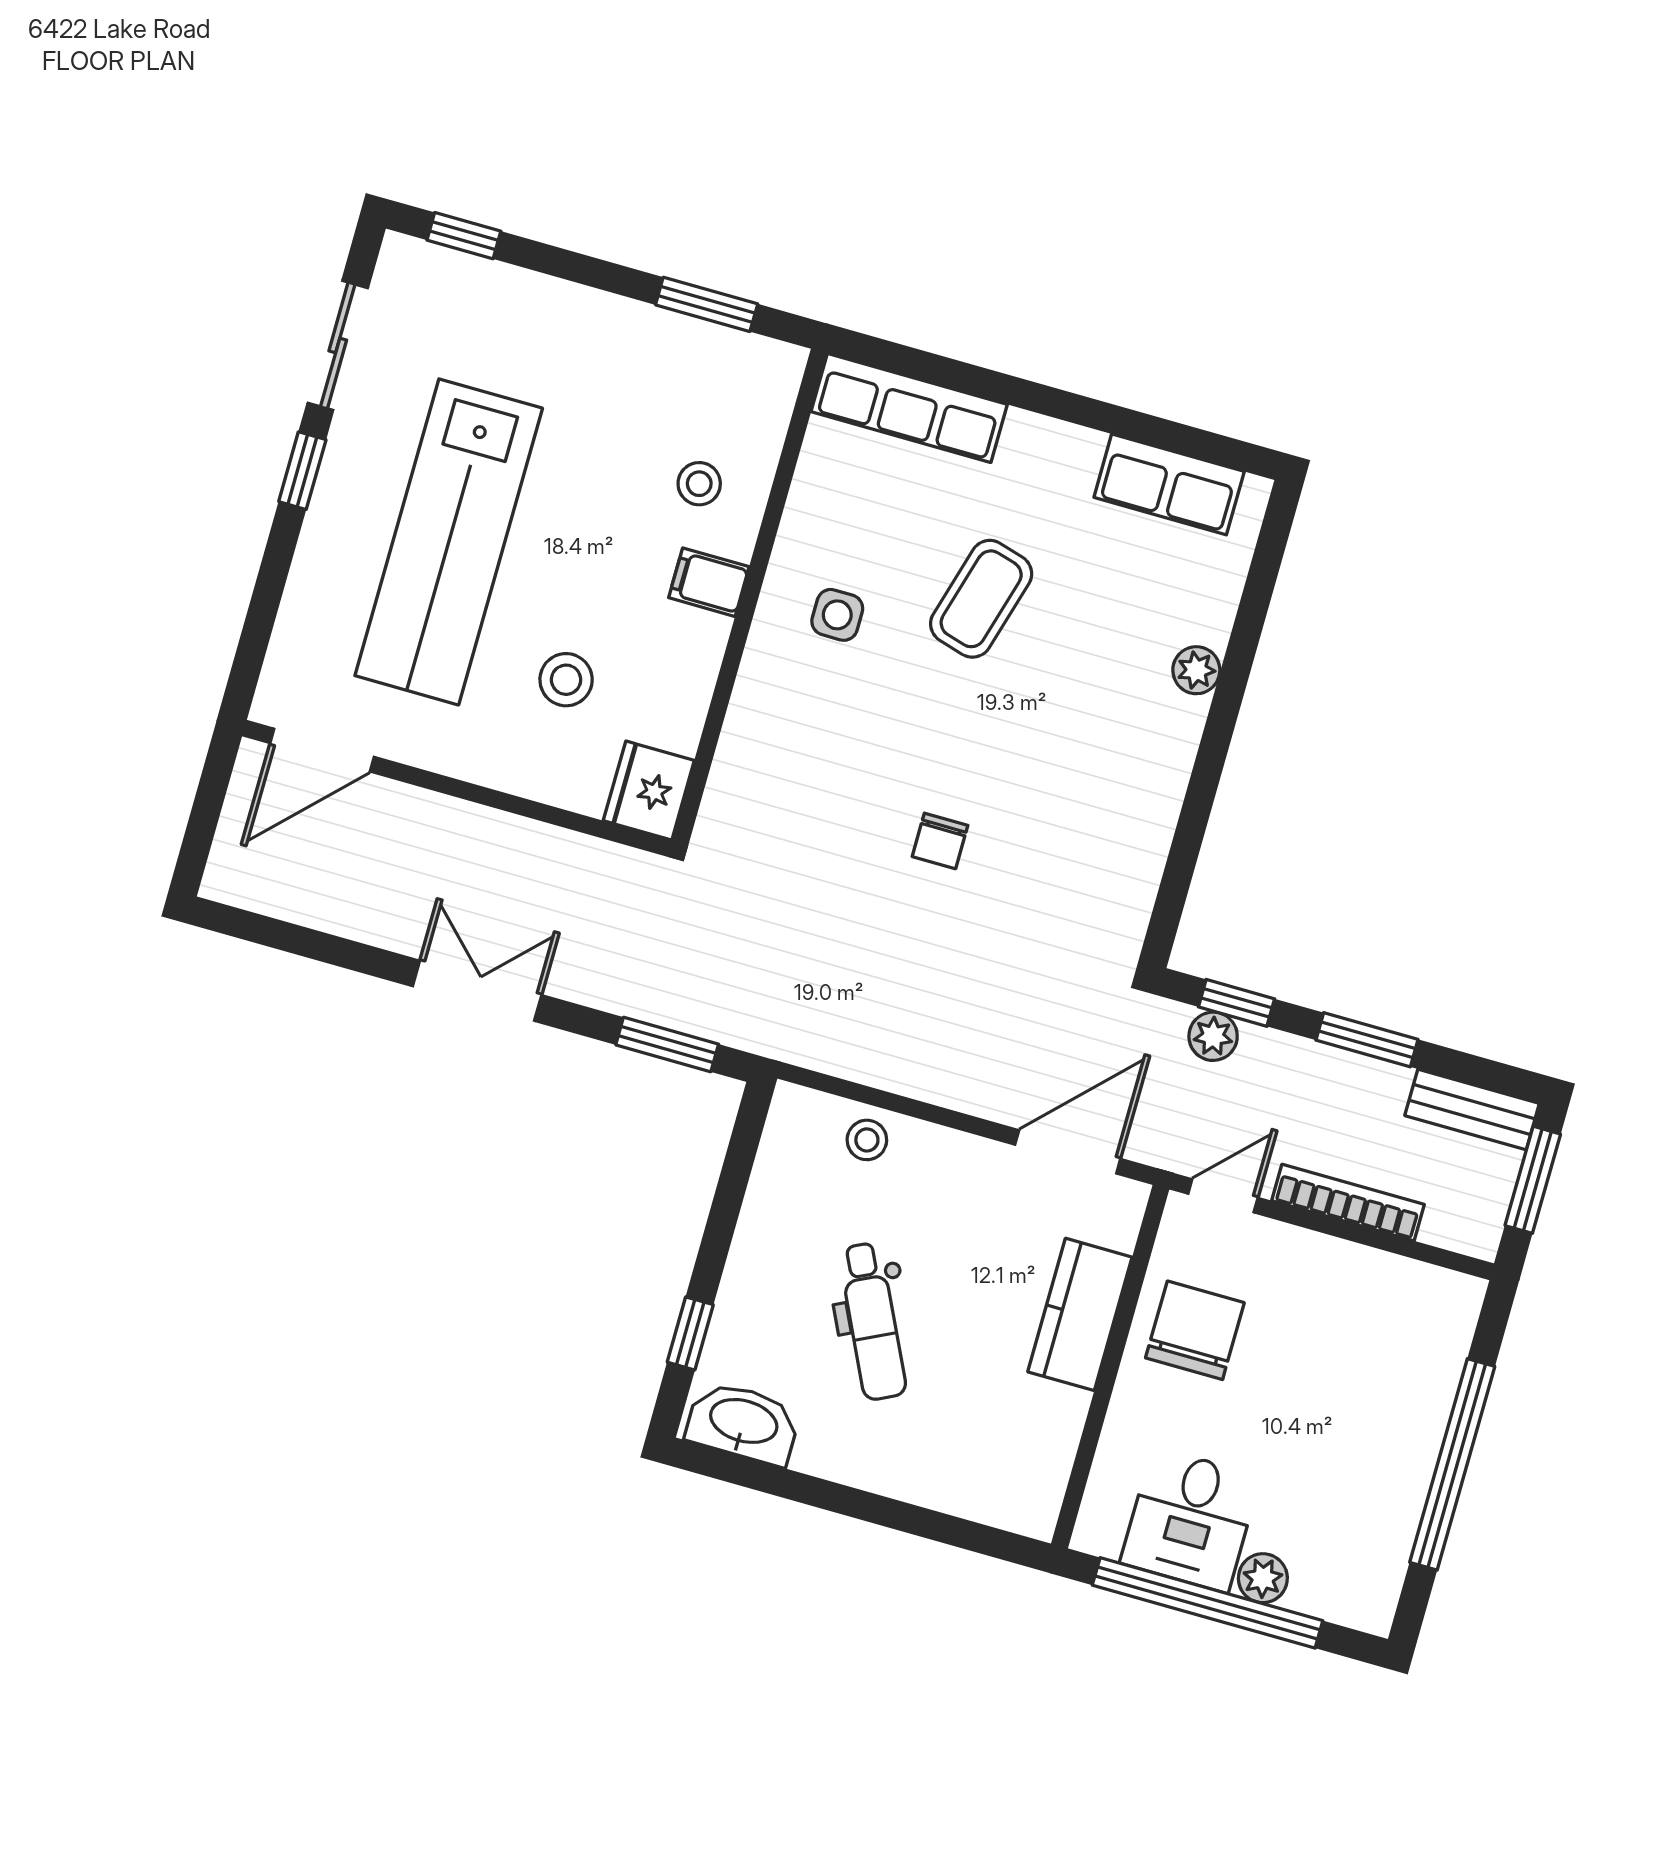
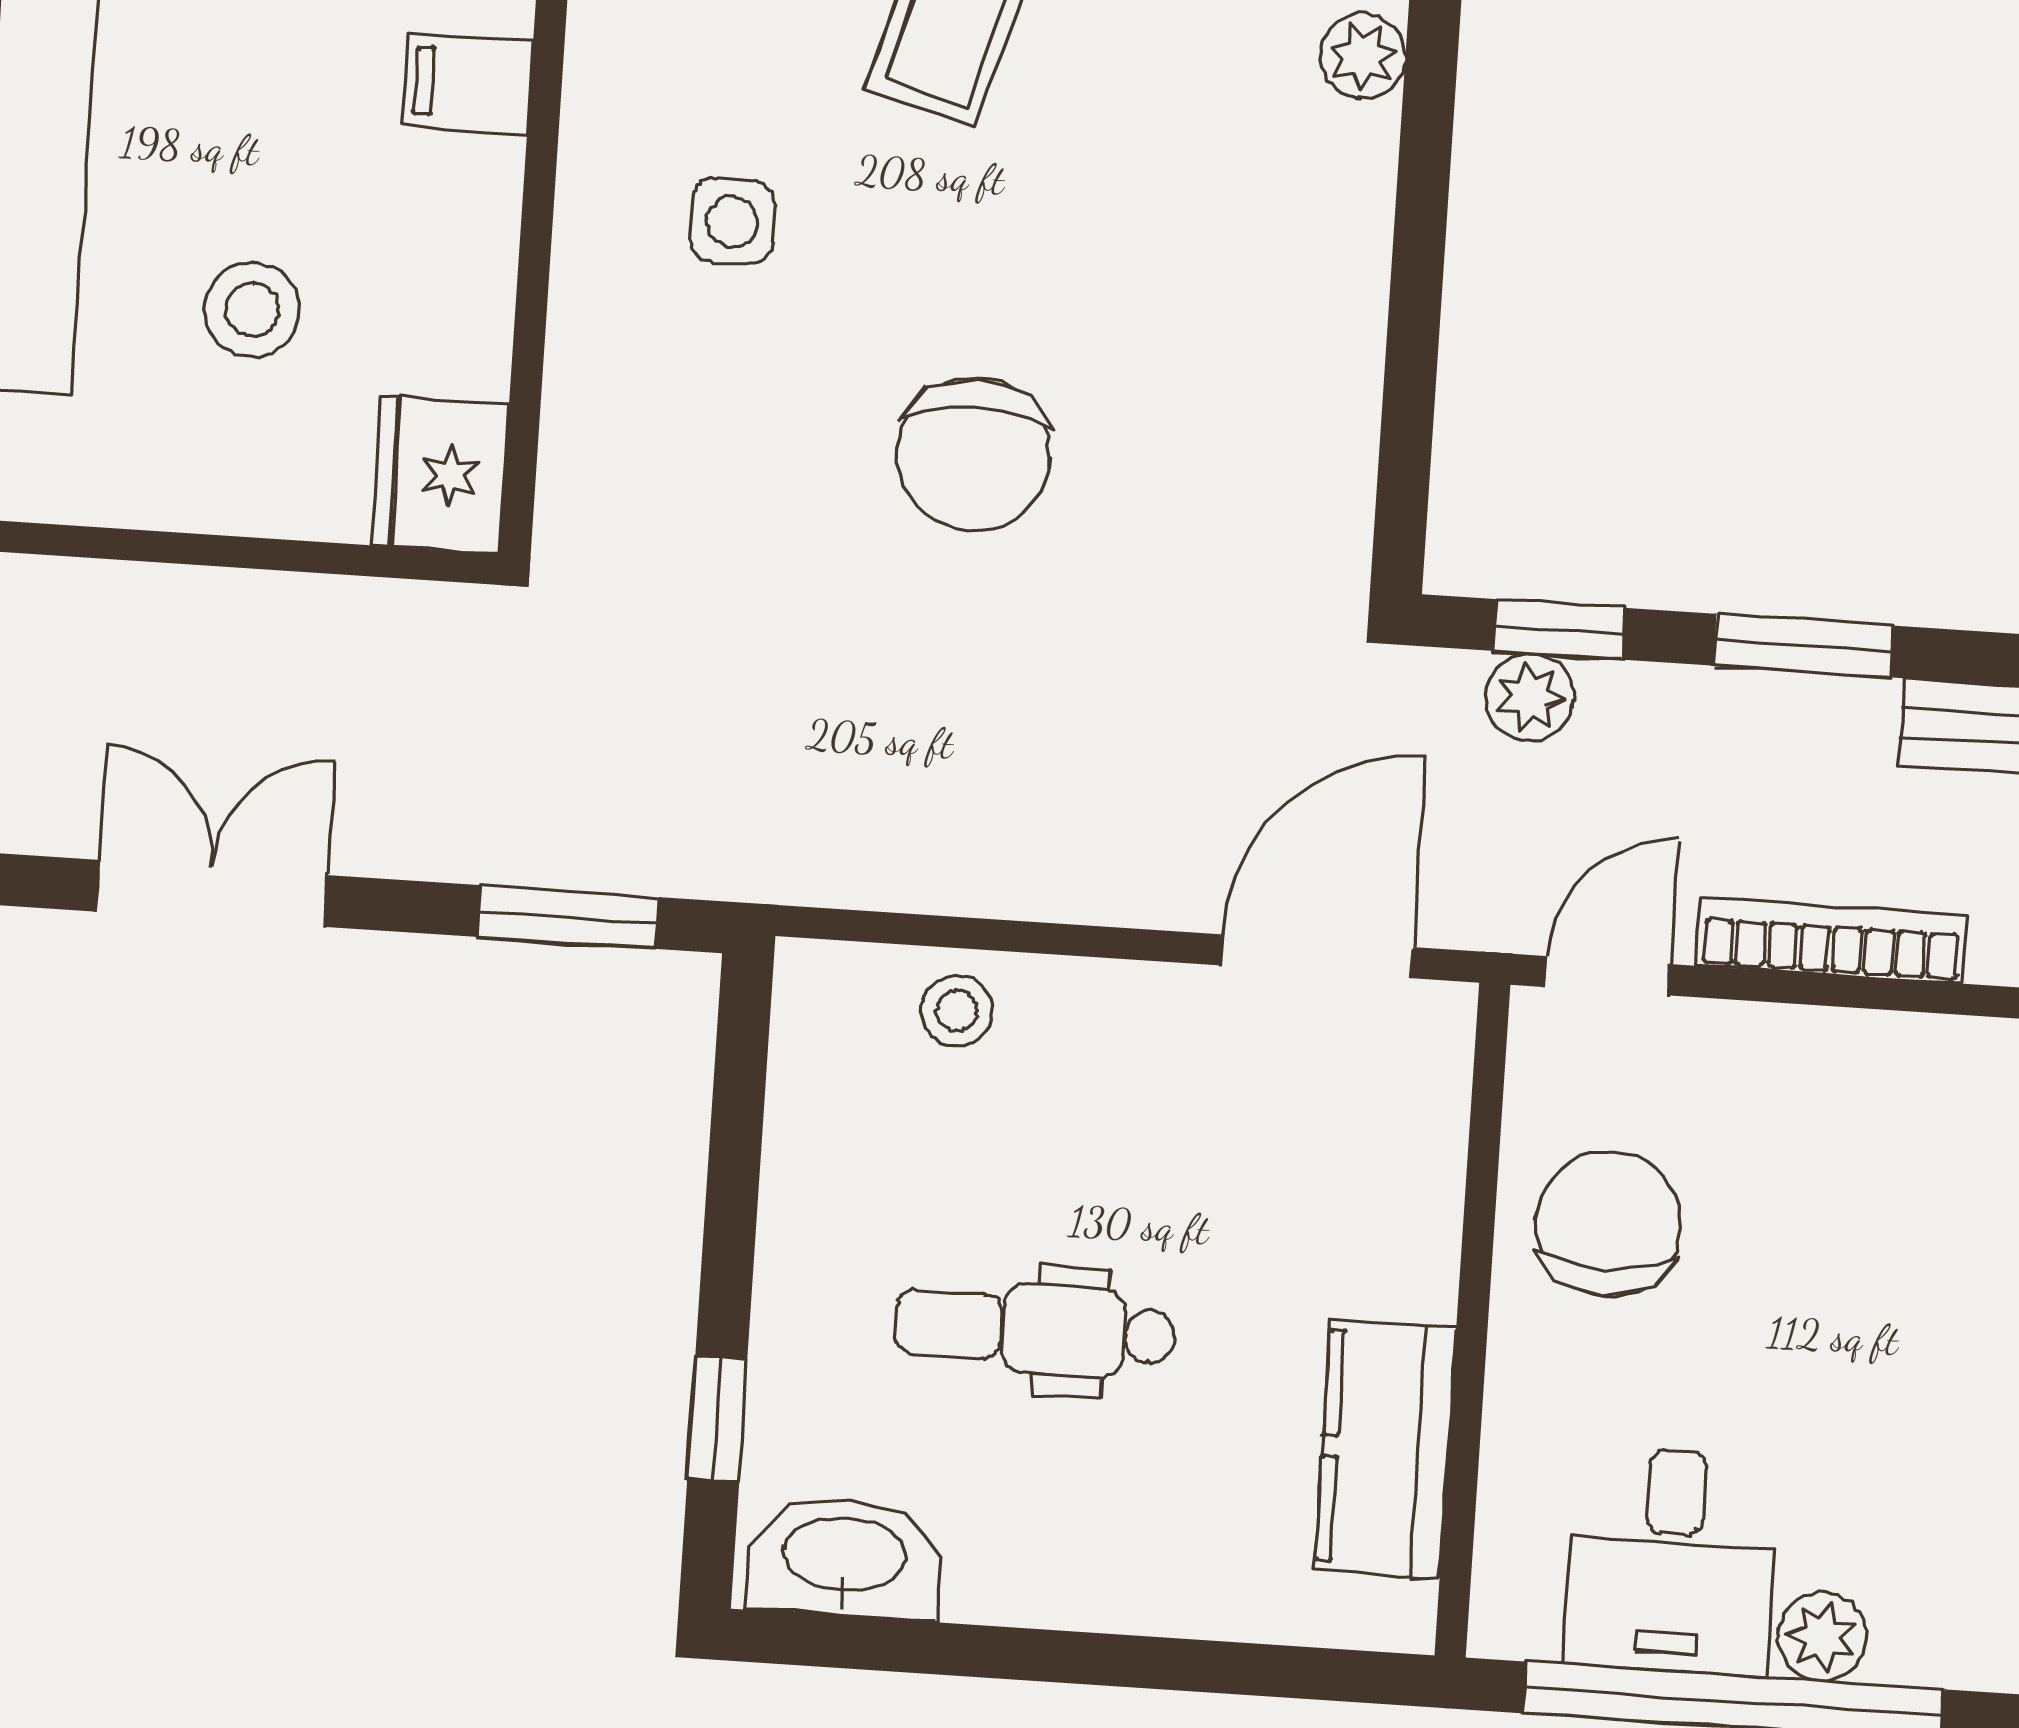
side table: (837, 615) -> (732, 221), moved
chair: (940, 841) -> (974, 454), width x1.87, depth x1.87
kitchen counter: (1080, 1314) -> (1385, 1449), moved
dental chair: (873, 1321) -> (1035, 1329), turned 116

